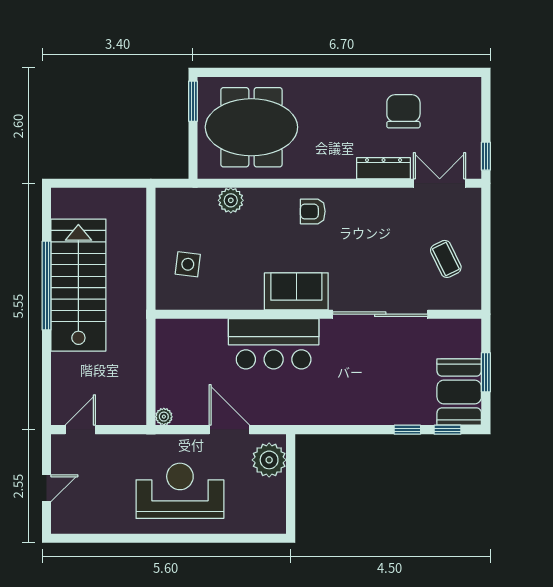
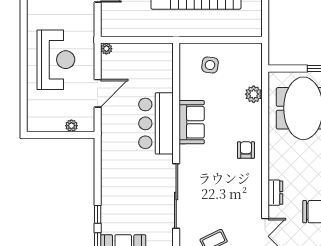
dresser: (384, 168) -> (275, 193), width x0.70
sofa: (296, 291) -> (192, 122), moved
plant: (269, 460) -> (71, 126), width x0.53, depth x0.53

